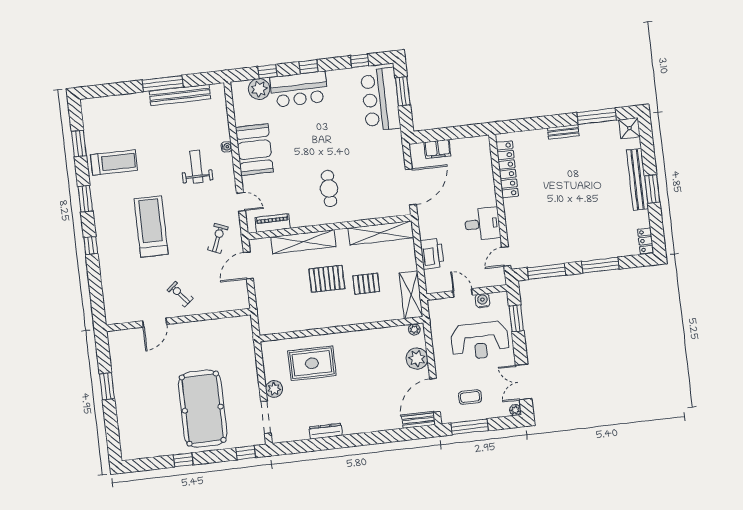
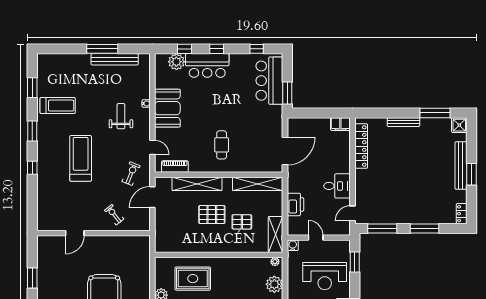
window: (403, 91) -> (287, 93), moved
bench: (563, 132) -> (403, 122), width x1.36
filing cabinet: (437, 149) -> (340, 124), moved
exercise bike: (180, 294) -> (114, 215), moved
water cooler: (483, 301) -> (293, 245), moved

